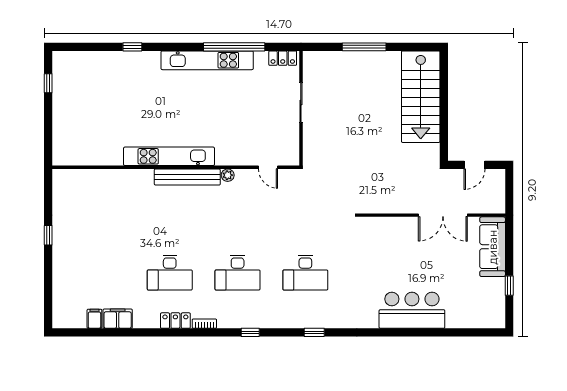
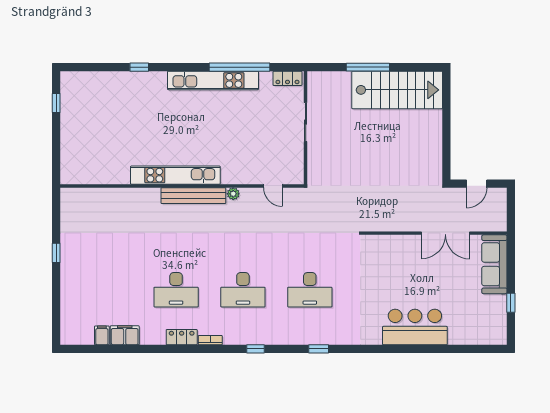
stairs: (421, 97) -> (397, 90), moved, turned -90

